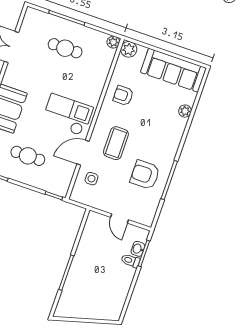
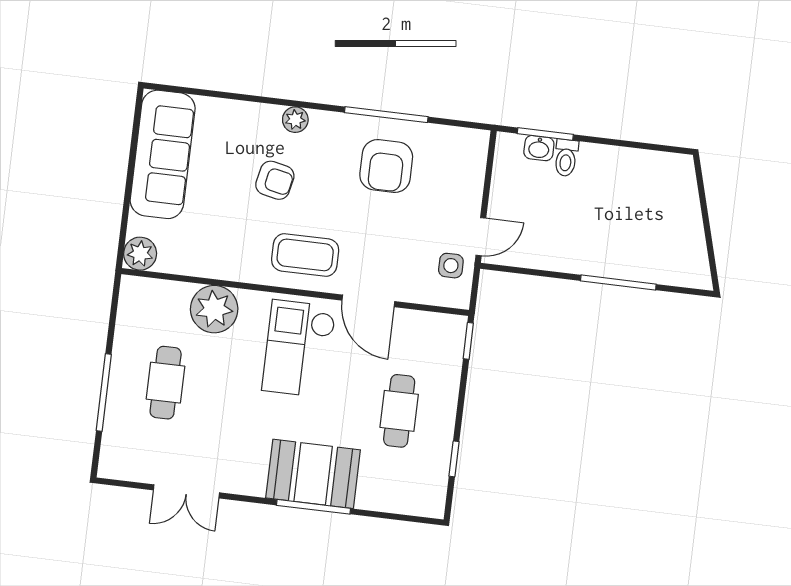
plant: (113, 42) -> (214, 309), moved, width x1.88, depth x1.88
armchair: (123, 96) -> (275, 180), moved, turned -78
plant: (185, 111) -> (295, 120), moved
coffee table: (116, 143) -> (305, 255), moved
side table: (91, 179) -> (451, 266), moved
door: (119, 218) -> (481, 237), moved

